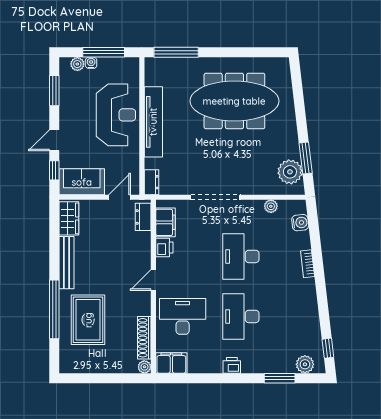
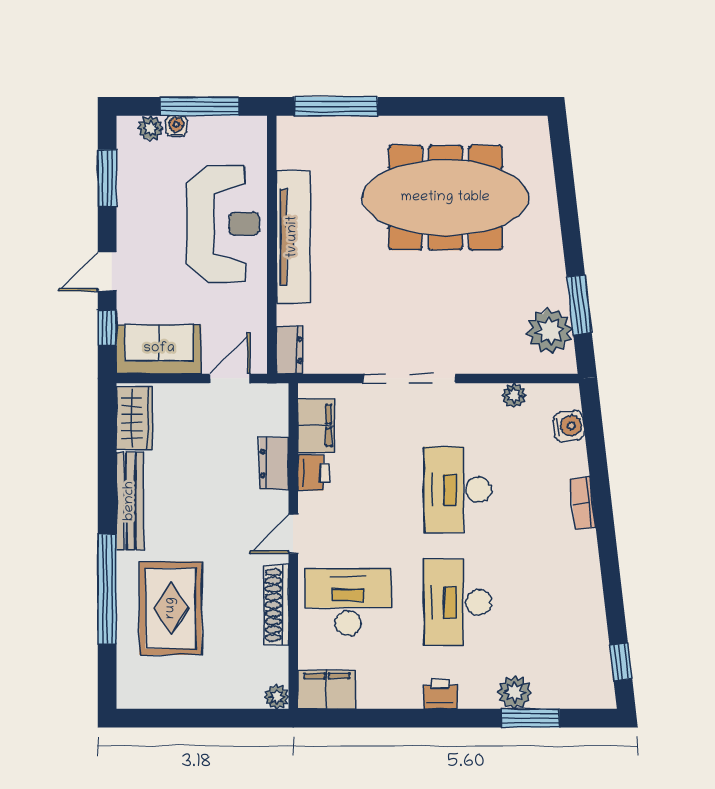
dresser: (143, 217) -> (274, 463), moved
shoe rack: (144, 338) -> (276, 605), moved
plant: (305, 364) -> (515, 692), moved

